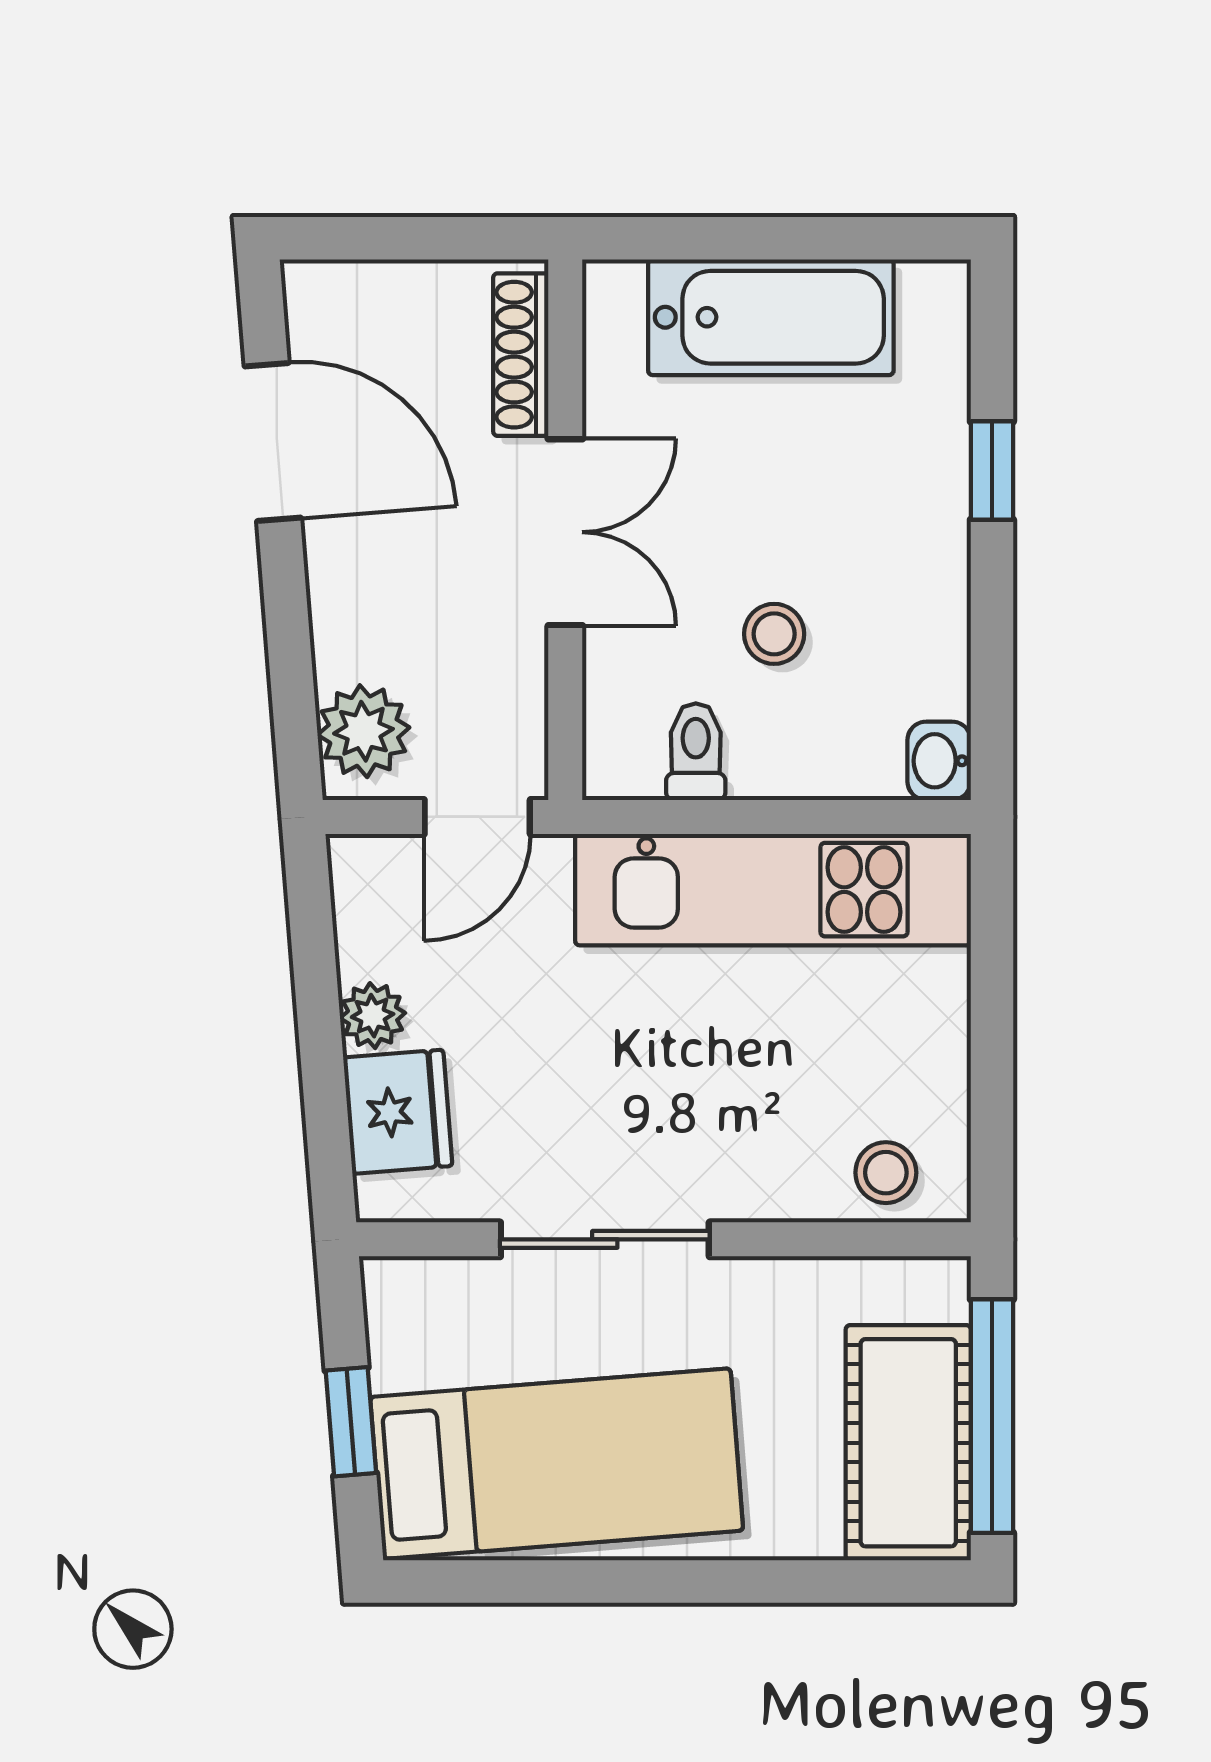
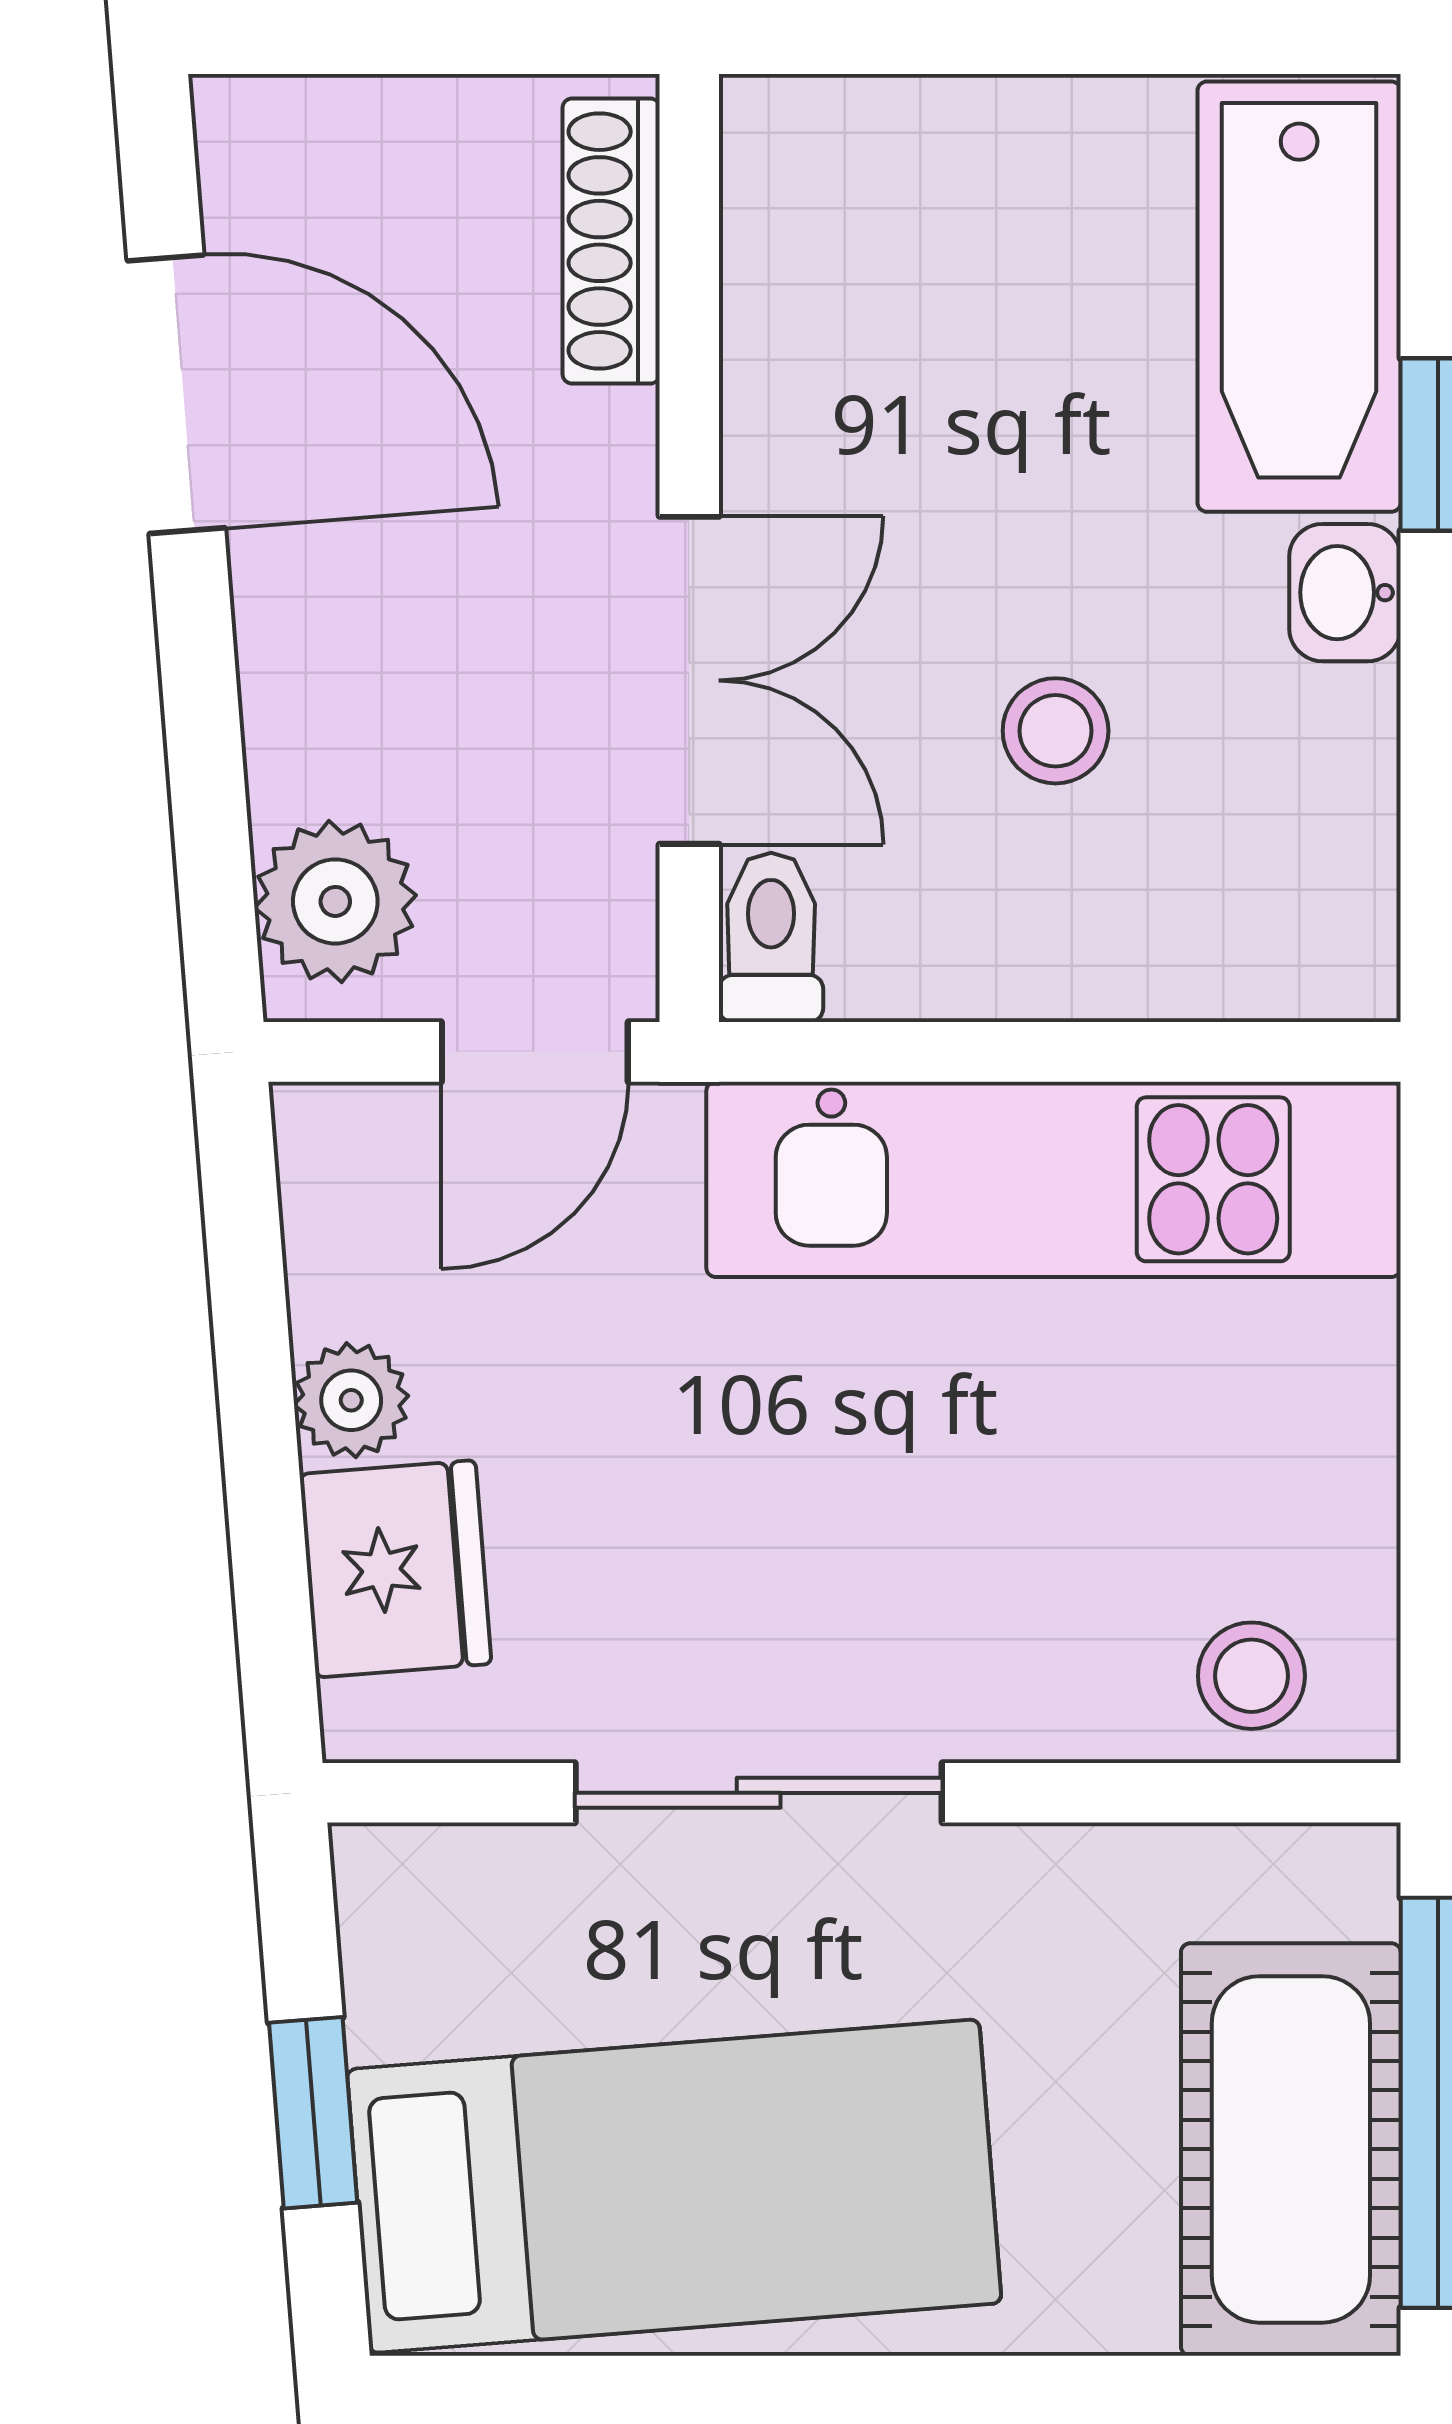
bathtub: (771, 317) -> (1299, 297), moved, turned 90
double door: (565, 532) -> (689, 680), moved
toilet: (696, 752) -> (771, 937), moved
washbasin: (939, 761) -> (1345, 593), moved

